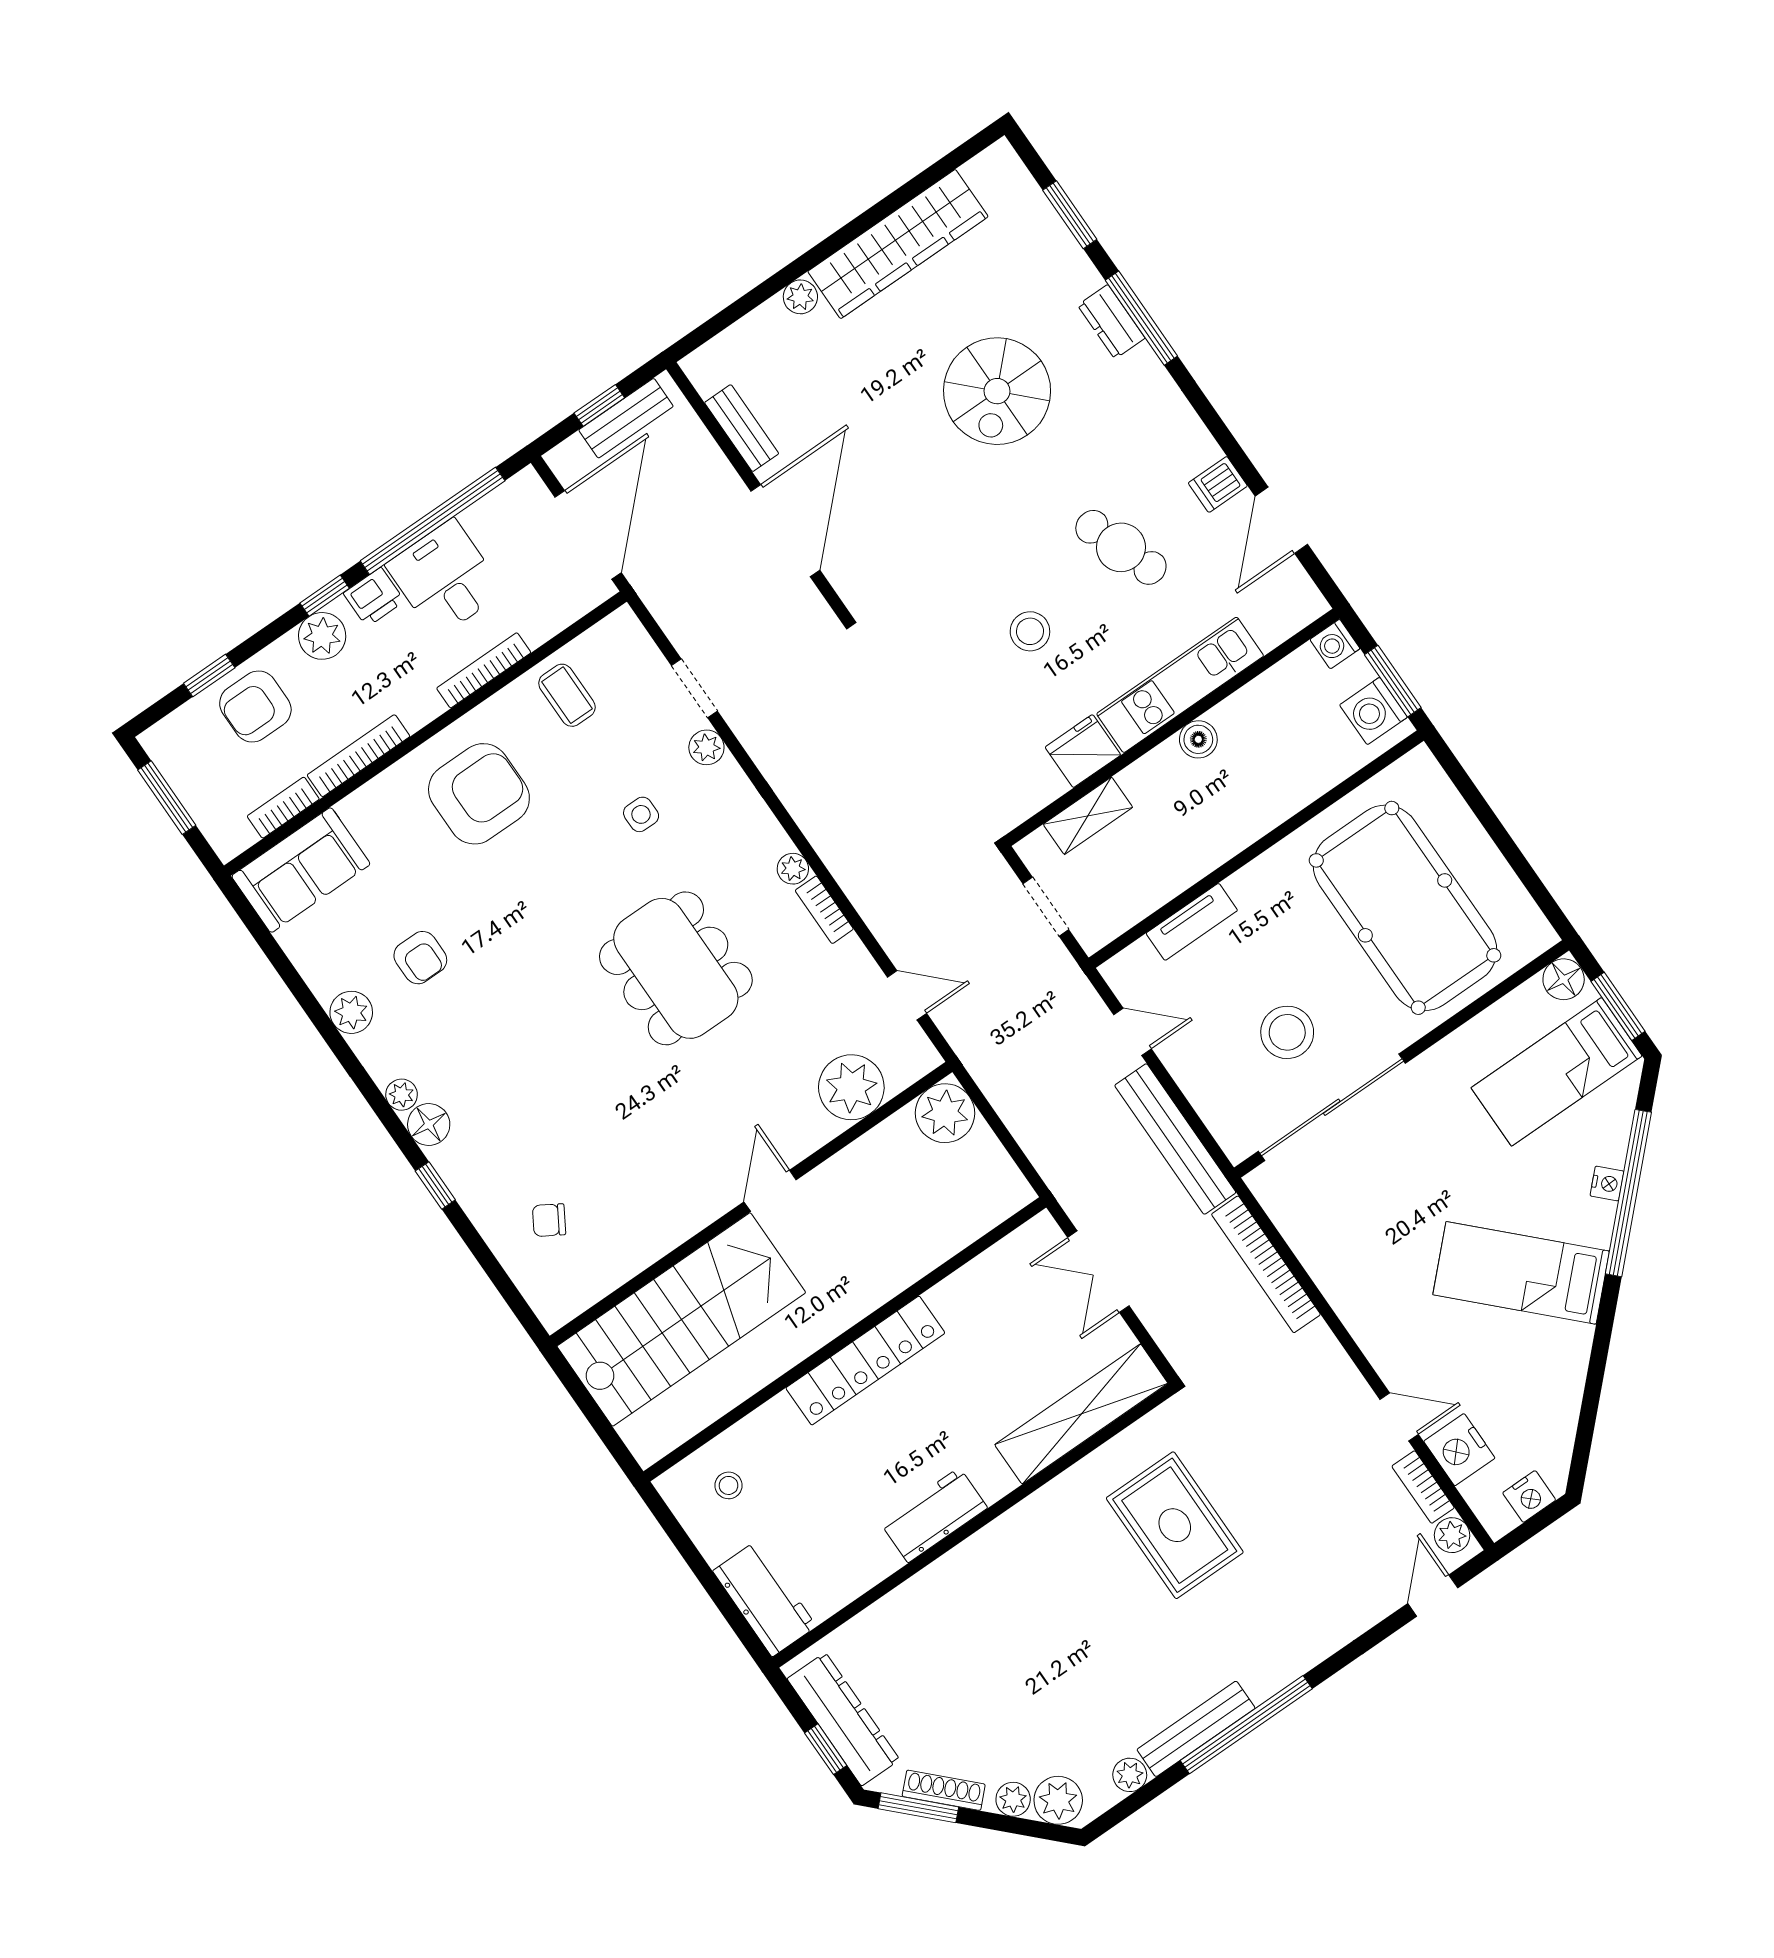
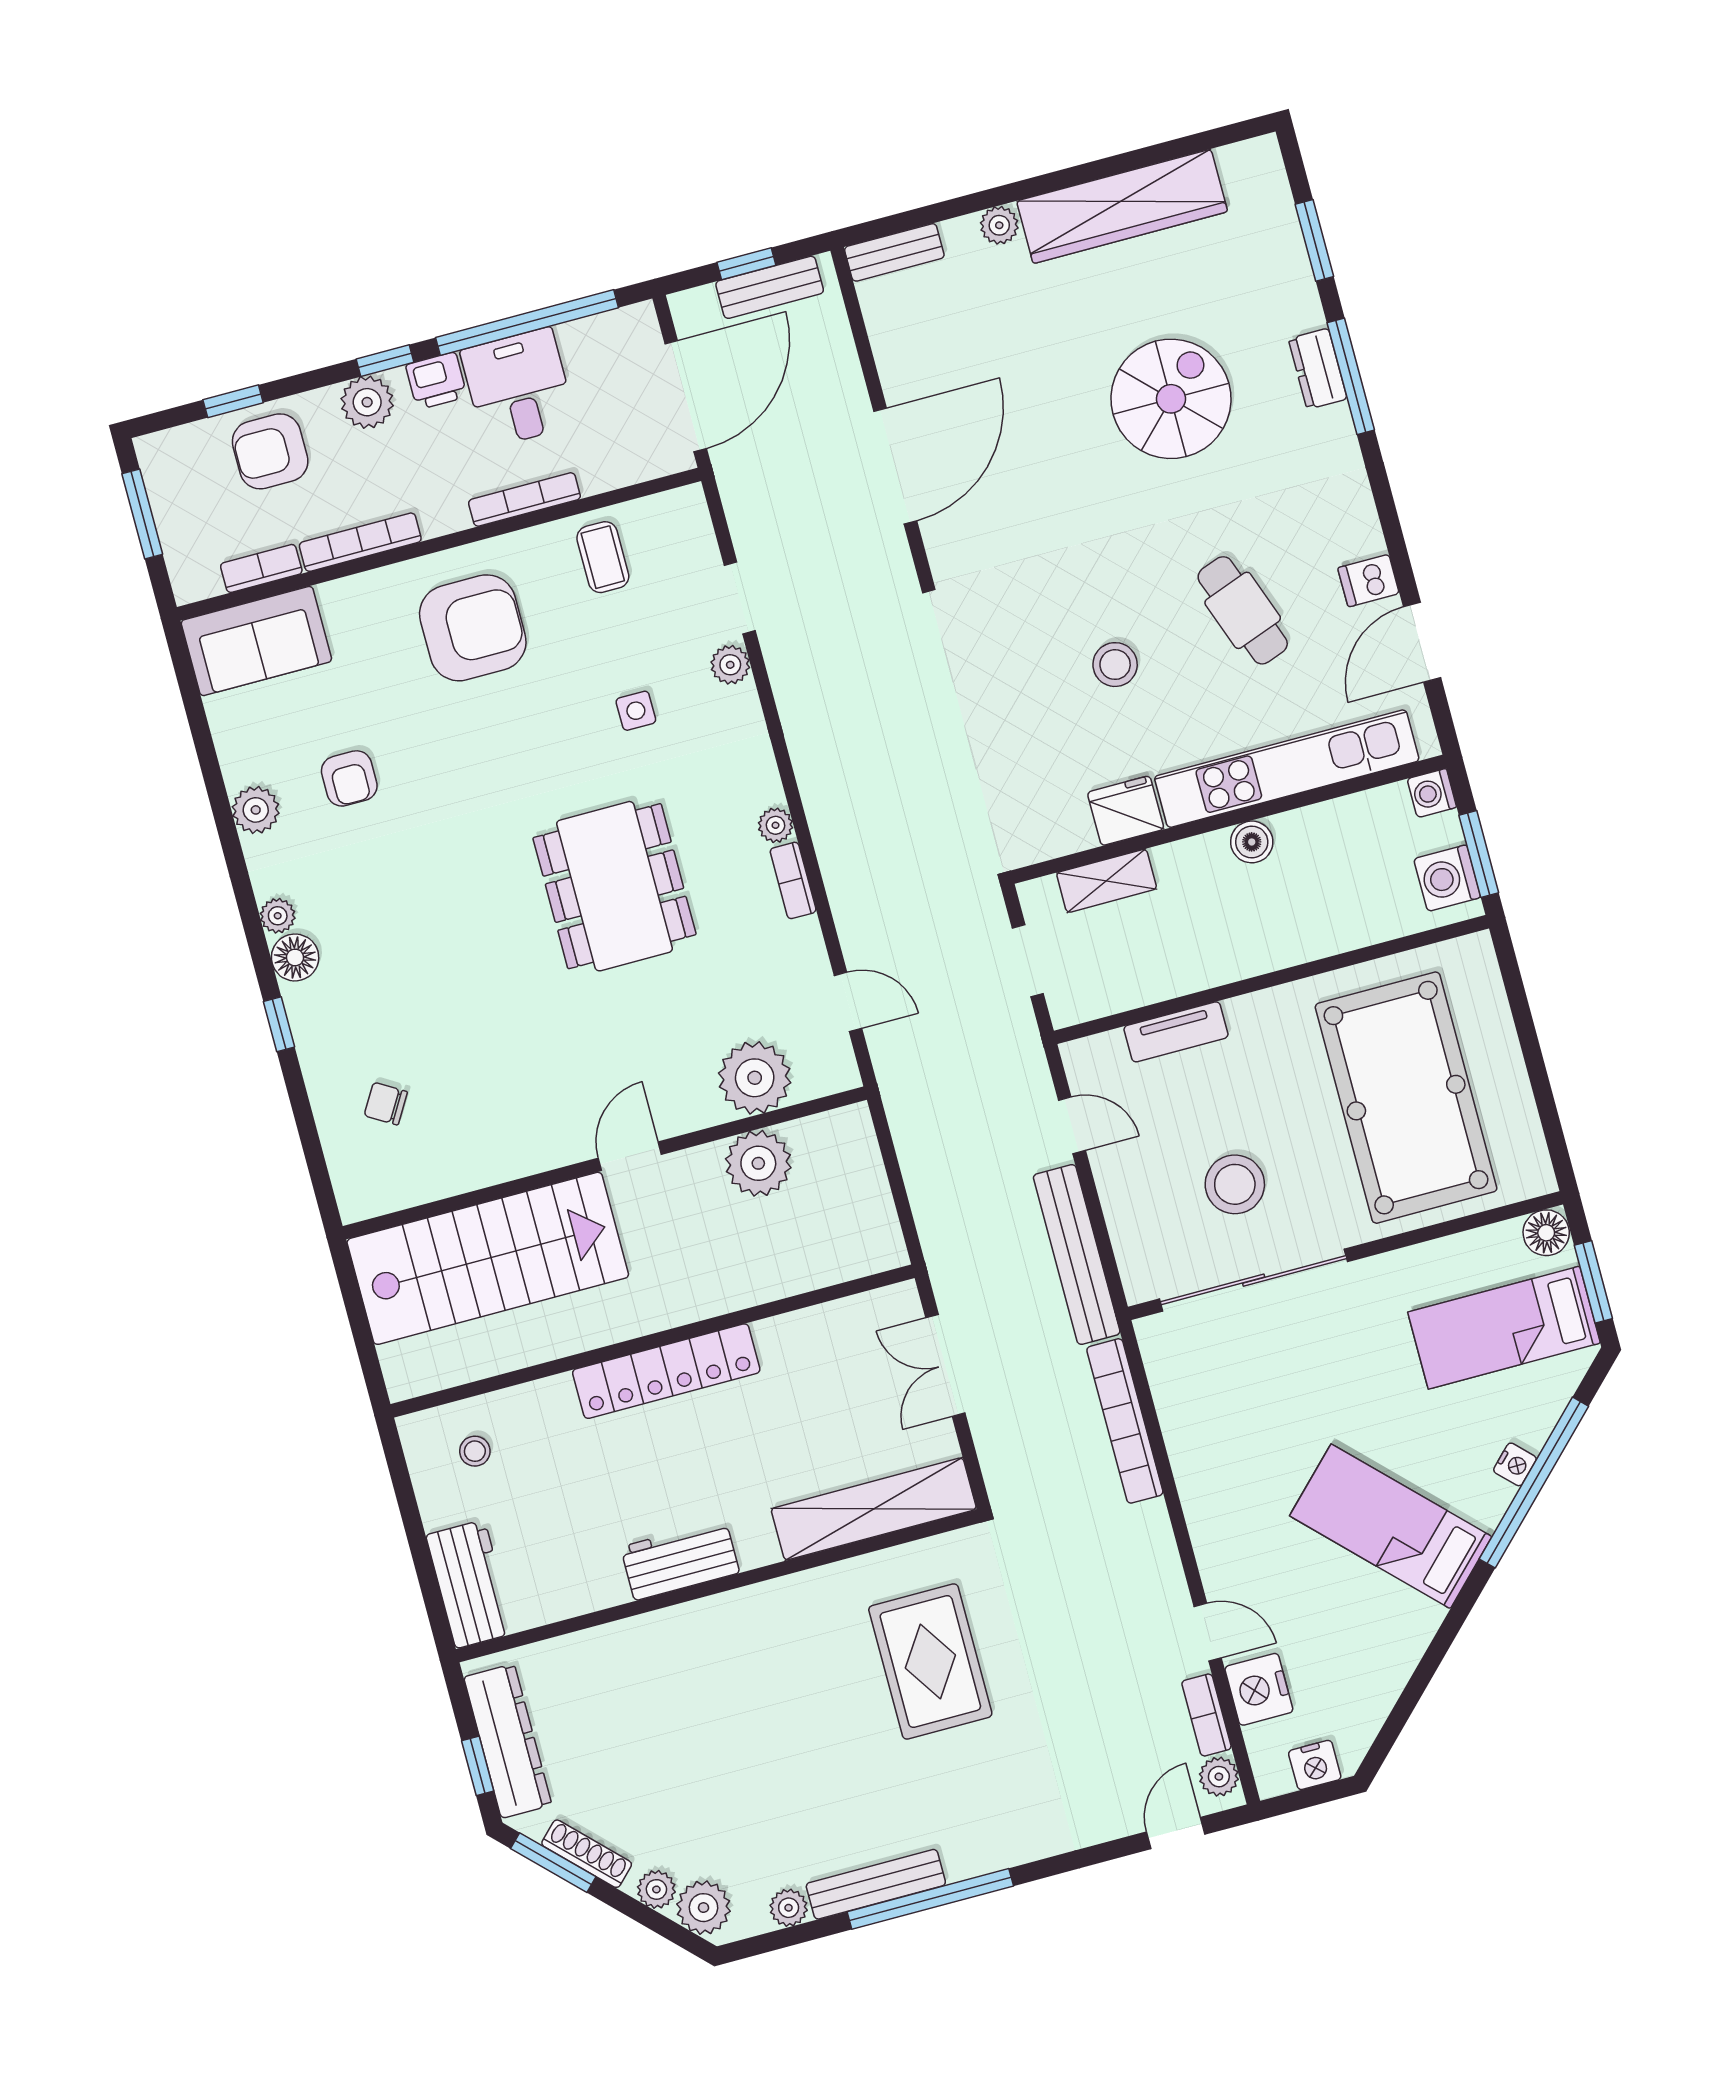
spiral stairs: (997, 391) -> (1171, 399), turned 180
bench: (742, 428) -> (894, 252), moved, turned 90
kitchen unit: (1180, 685) -> (1287, 769), width x1.36
plant: (945, 1113) -> (758, 1163), moved

